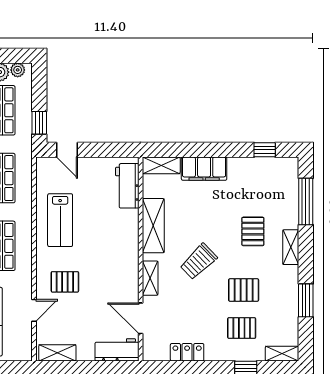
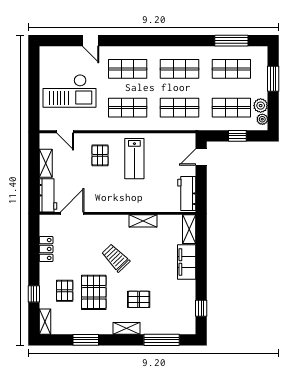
window: (39, 123) -> (237, 136), moved
workbench: (127, 186) -> (187, 194), moved, turned -90
lab bench: (60, 220) -> (134, 159), moved, turned -90
shelving: (153, 226) -> (143, 221), width x0.67, depth x0.75
shelving: (150, 278) -> (103, 221), removed
pallet: (244, 290) -> (94, 292), width x1.50, depth x1.42
door: (34, 310) -> (65, 132), moved
shelving: (57, 353) -> (46, 163), moved

